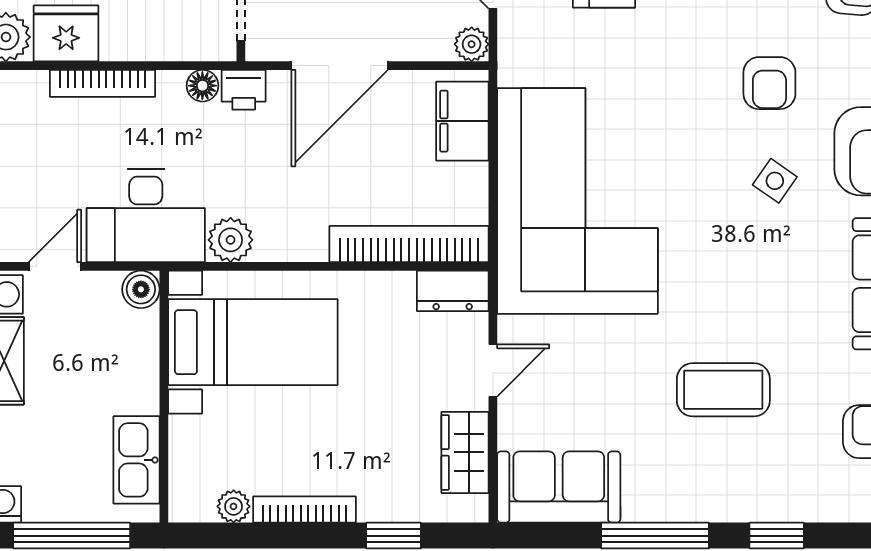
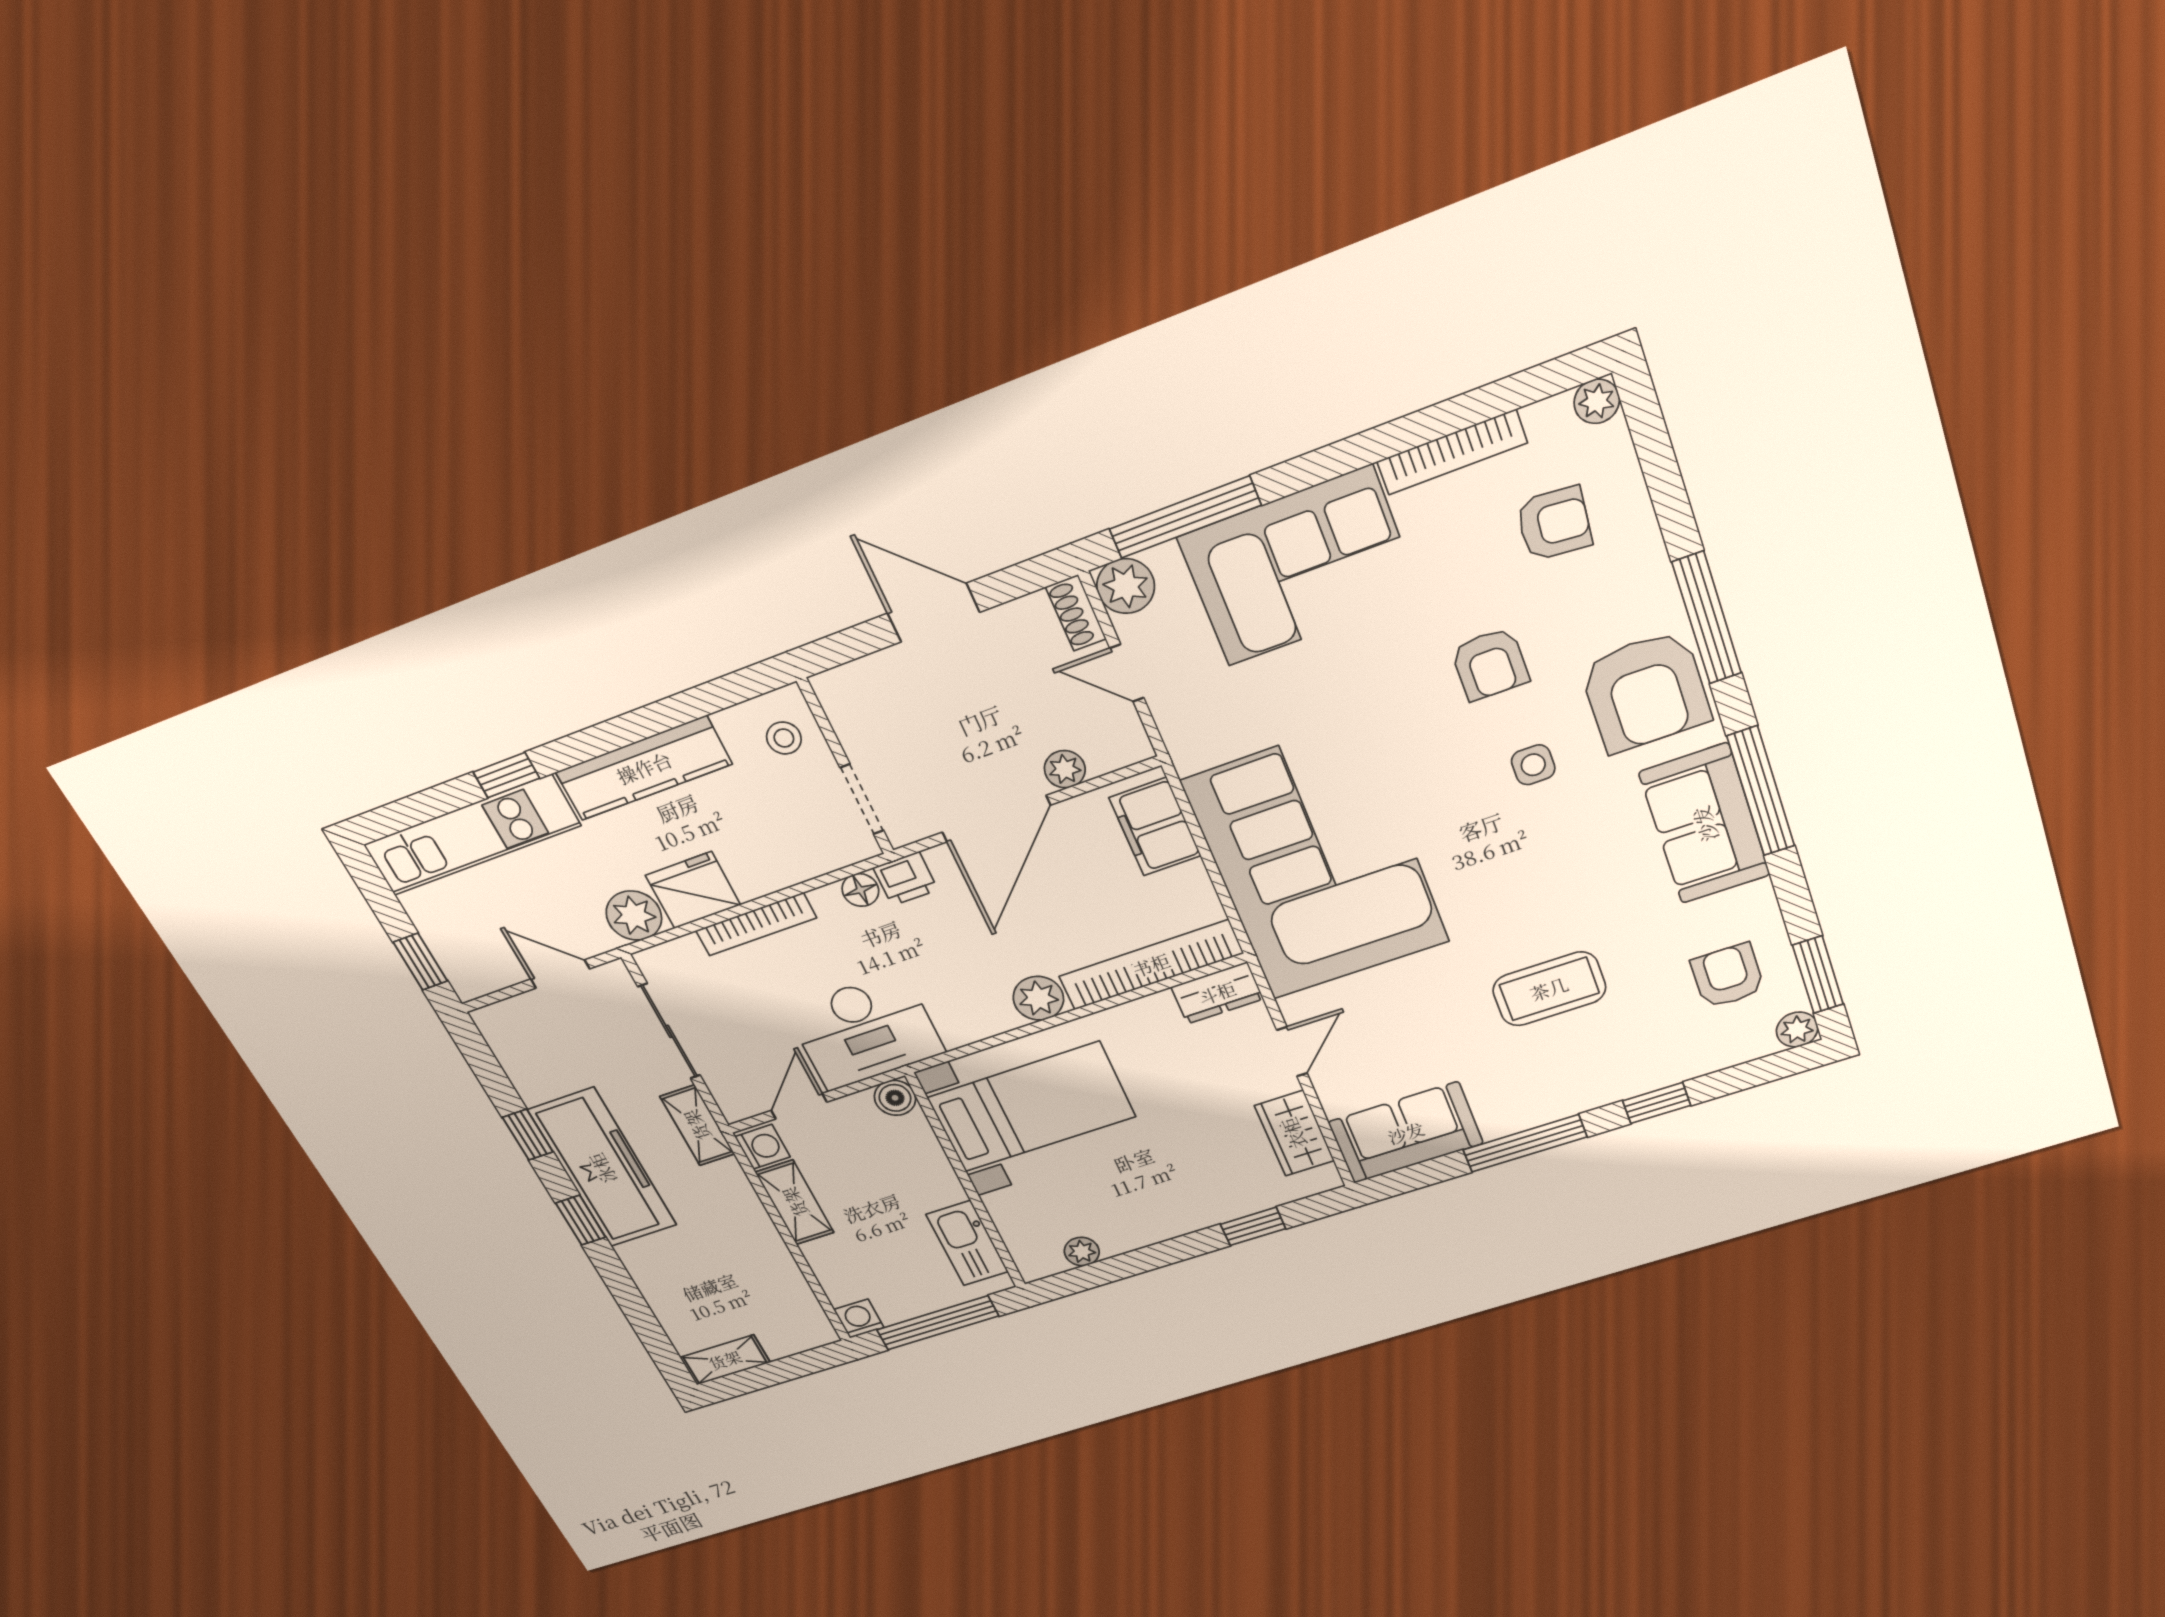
plant: (472, 44) -> (1065, 769), moved
side table: (775, 181) -> (1533, 765), turned -35
plant: (231, 240) -> (1038, 998), moved
bookcase: (305, 510) -> (1153, 1232), removed

